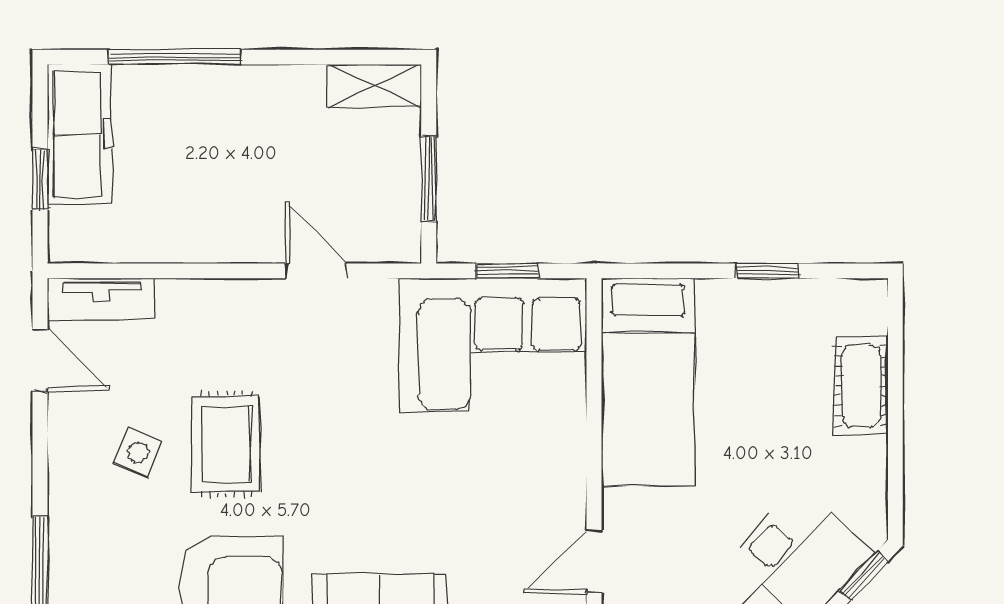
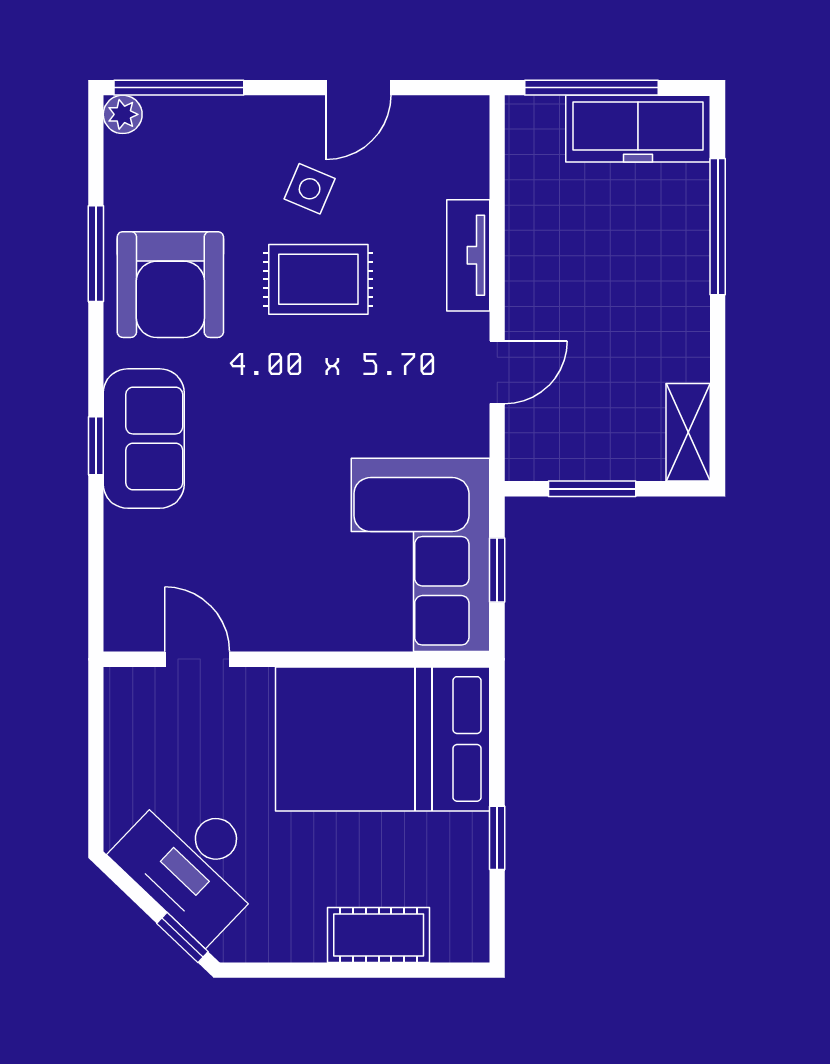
window: (40, 179) -> (592, 88), width x2.17
tv unit: (101, 299) -> (468, 255), moved
door: (40, 361) -> (359, 88), moved
bed: (648, 382) -> (383, 739), width x1.50

